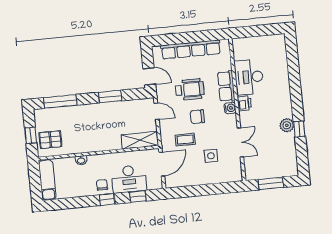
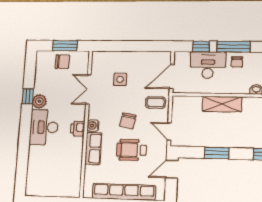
door: (149, 76) -> (172, 169), hinge flipped
desk: (249, 77) -> (44, 127), moved, turned 180
chair: (197, 117) -> (128, 121), turned 101
shelving: (140, 140) -> (222, 104), moved
coffee table: (185, 140) -> (155, 102), moved
chair: (271, 167) -> (62, 62), added
window: (107, 199) -> (234, 47), width x2.17

